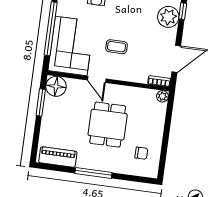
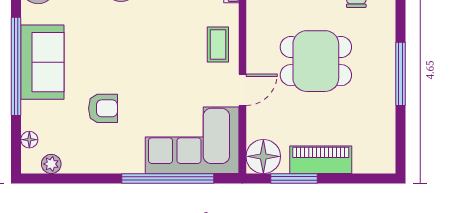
coffee table: (117, 47) -> (218, 45), moved
piano: (58, 157) -> (321, 160), moved, turned 90

